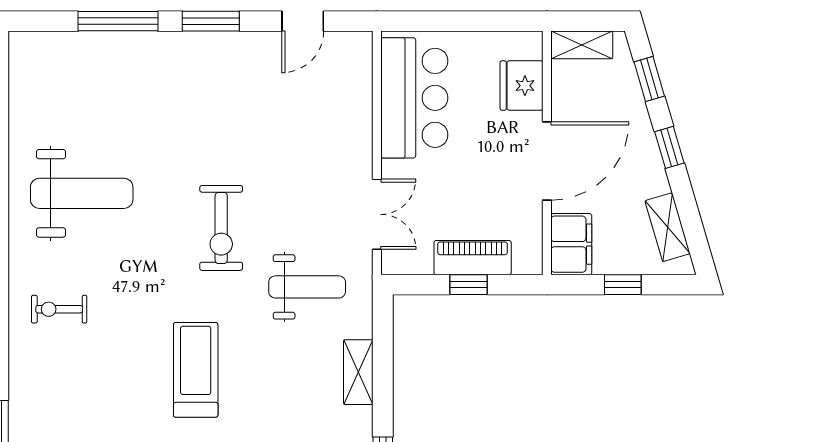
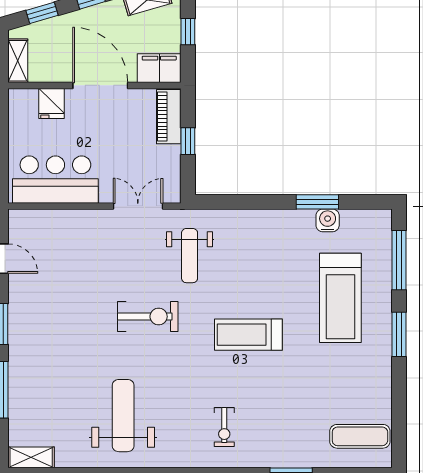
fridge: (522, 86) -> (52, 103), width x0.72
piano: (473, 258) -> (169, 117), moved
weight bench: (307, 287) -> (190, 256), turned 180
exercise bike: (59, 309) -> (224, 427), moved
shelving: (358, 372) -> (31, 457), moved

